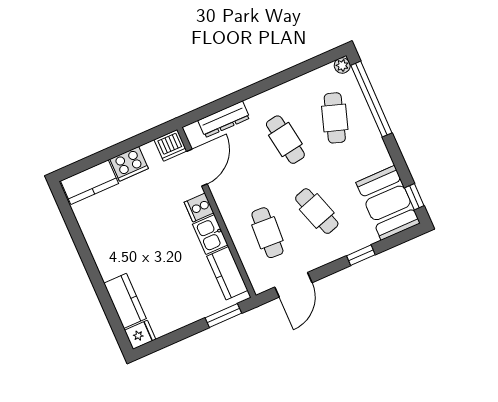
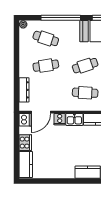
window: (371, 99) -> (61, 18), moved
door: (197, 168) -> (41, 112), swing flipped

